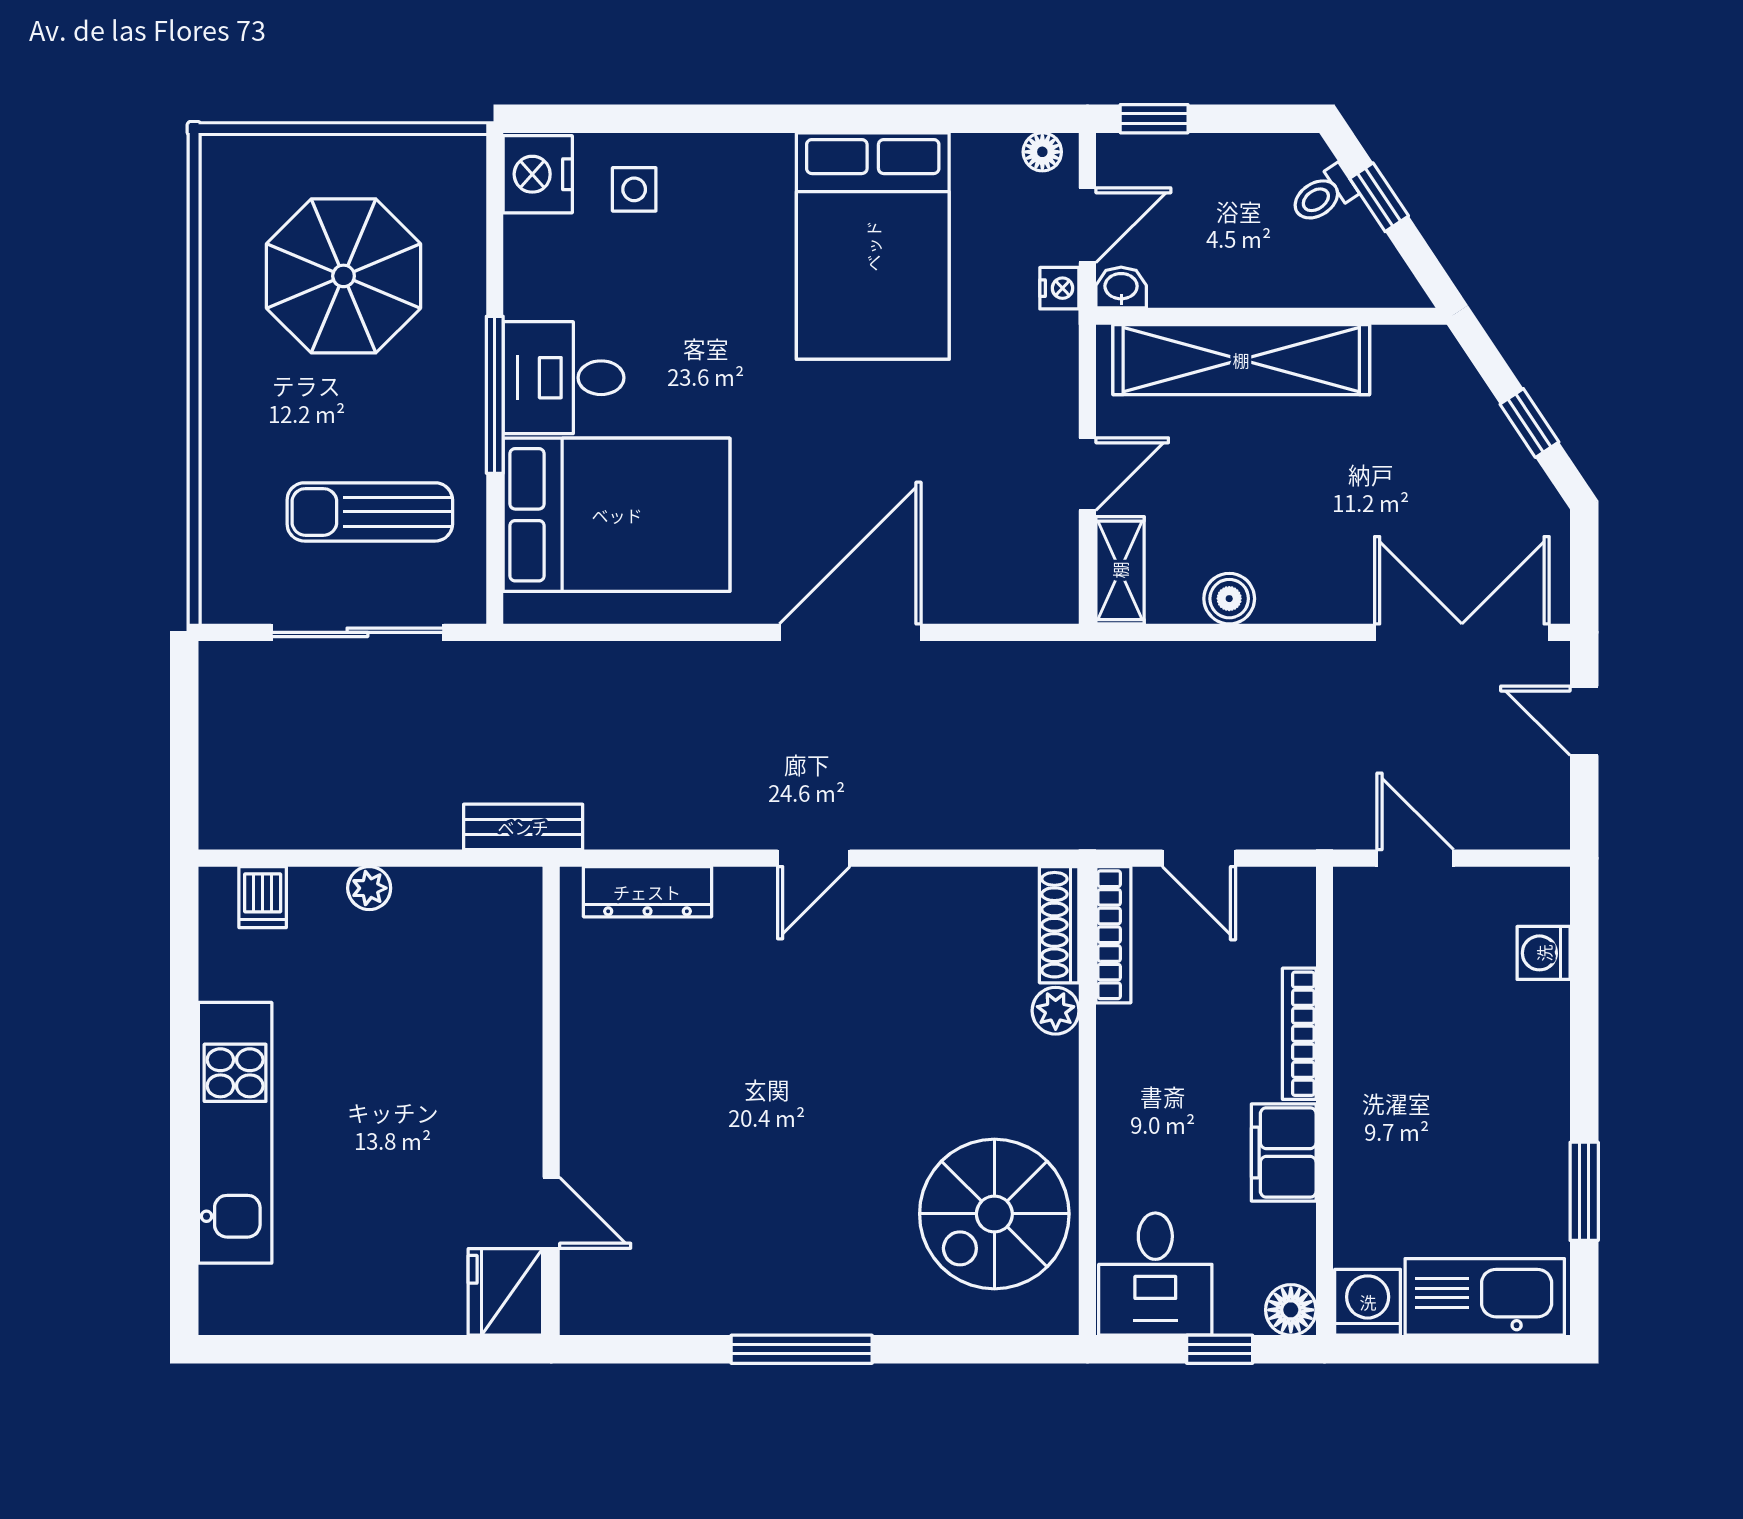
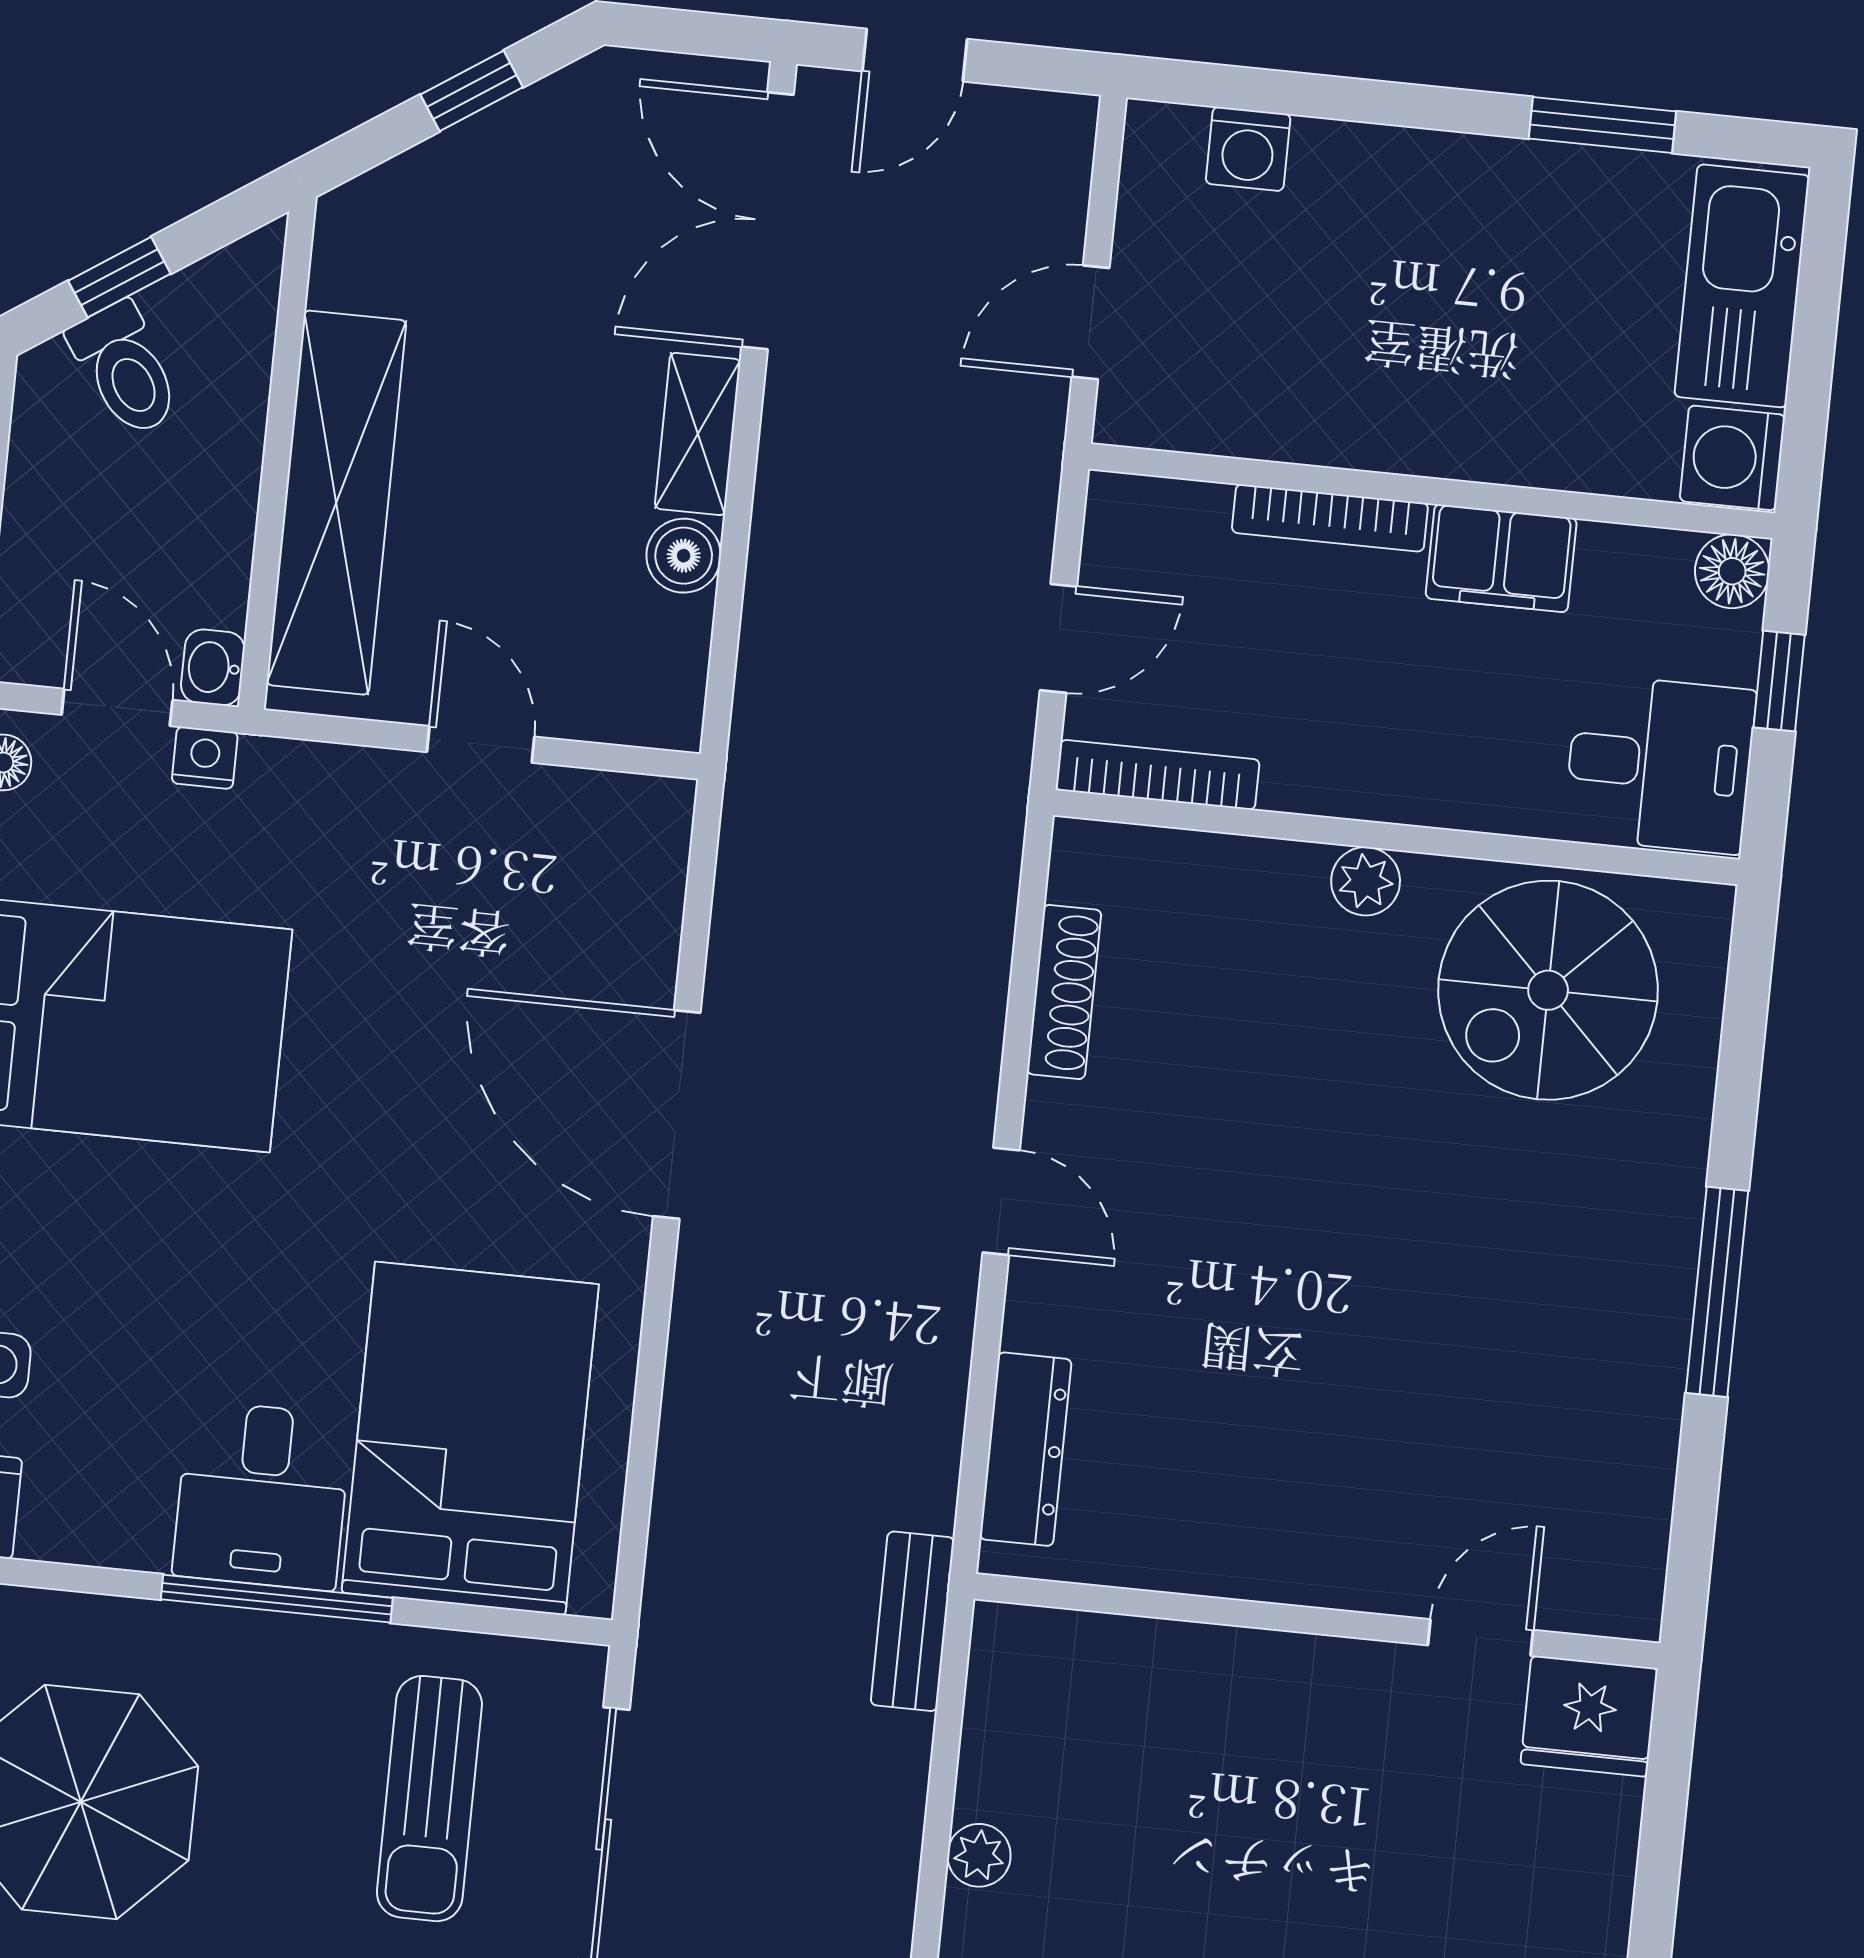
toilet: (1323, 195) -> (125, 369), width x1.37, depth x1.39
shelving: (1120, 570) -> (698, 434), moved, turned 90
shoe rack: (1059, 925) -> (1064, 992), moved, turned -90
plant: (1056, 1011) -> (1366, 881), moved
spiral stairs: (994, 1214) -> (1548, 990), turned 90

